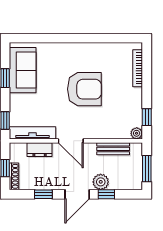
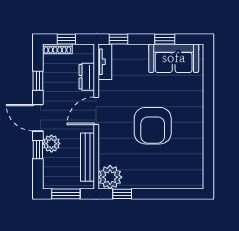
bookcase: (138, 68) -> (176, 184), removed
tv unit: (33, 133) -> (105, 62), width x0.71
plant: (137, 133) -> (110, 177), width x1.87, depth x1.87
bench: (113, 149) -> (88, 157), width x1.36

